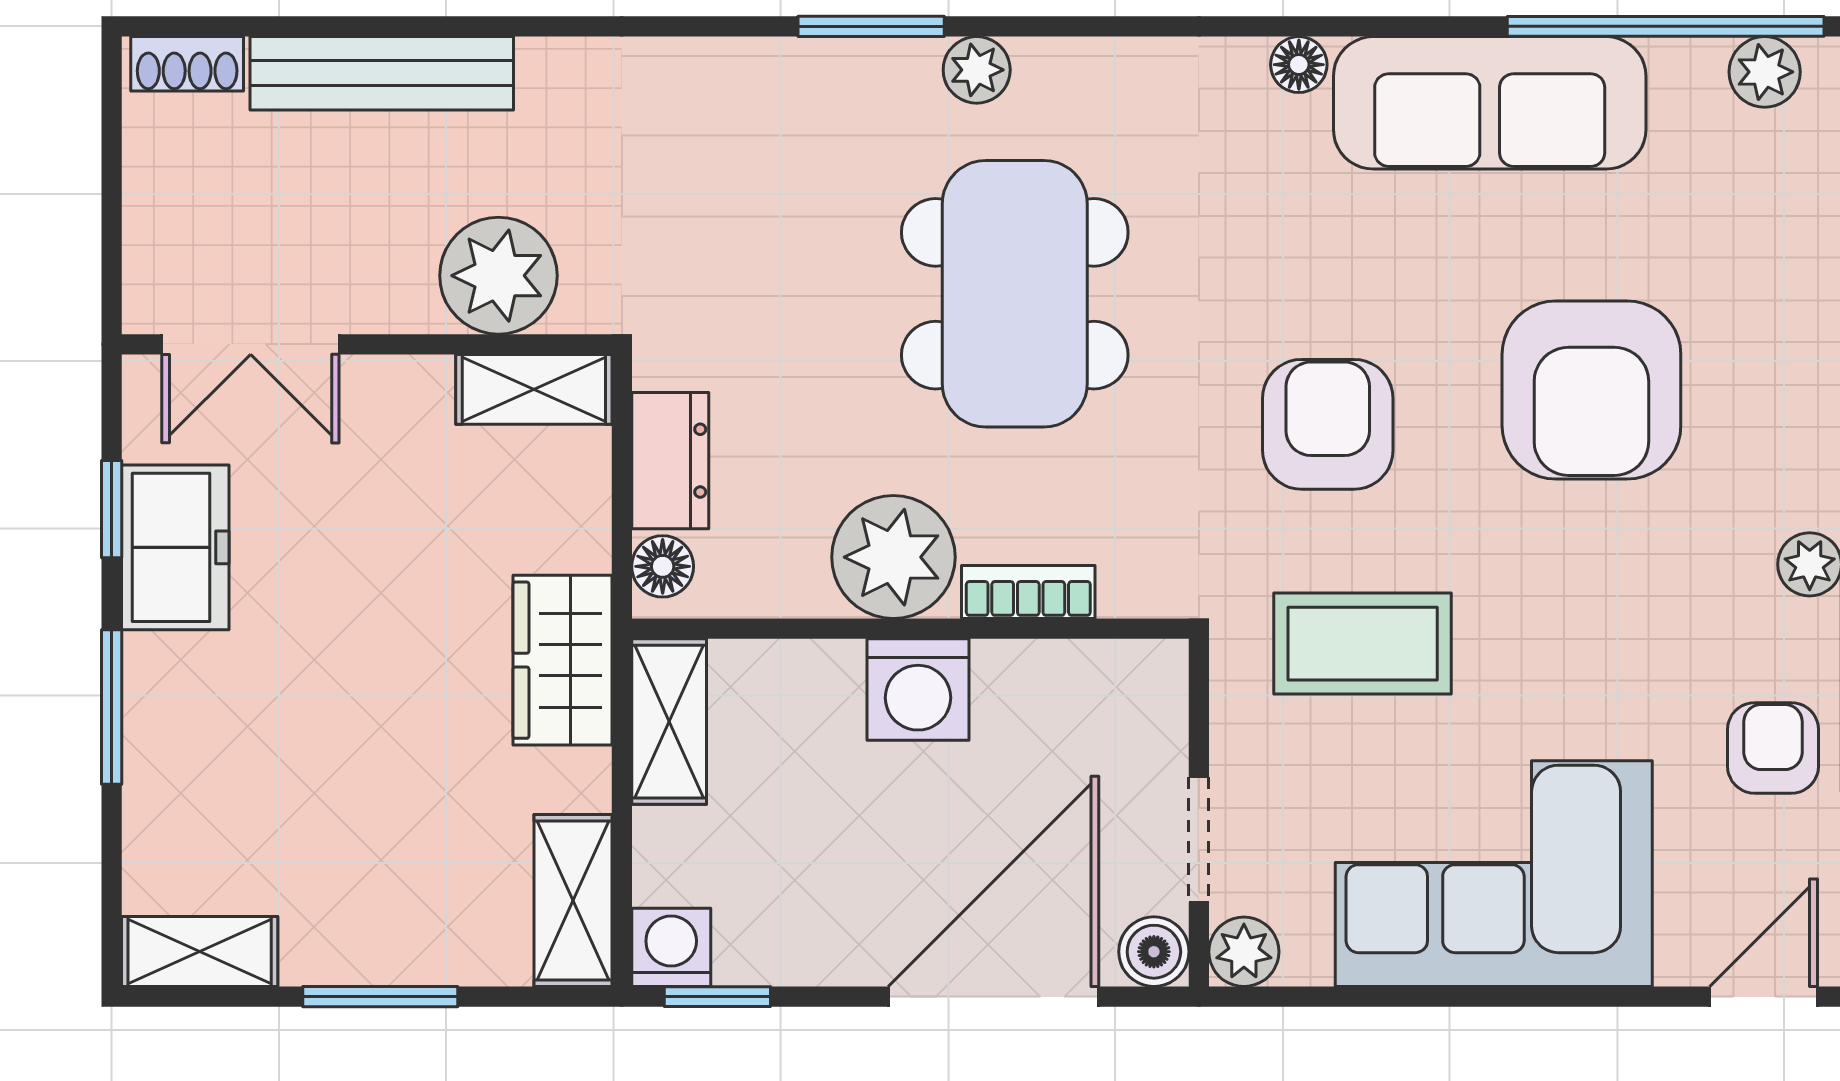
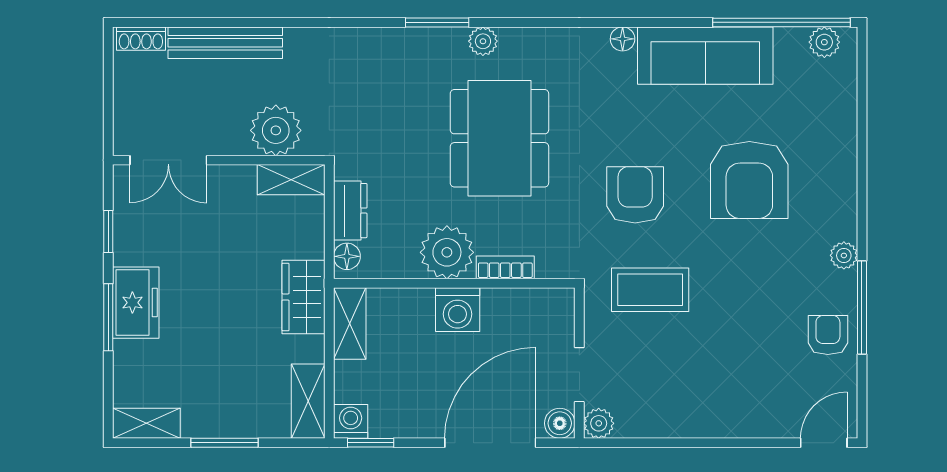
freezer: (175, 547) -> (136, 303), moved
corner sofa: (1494, 874) -> (707, 389), removed

